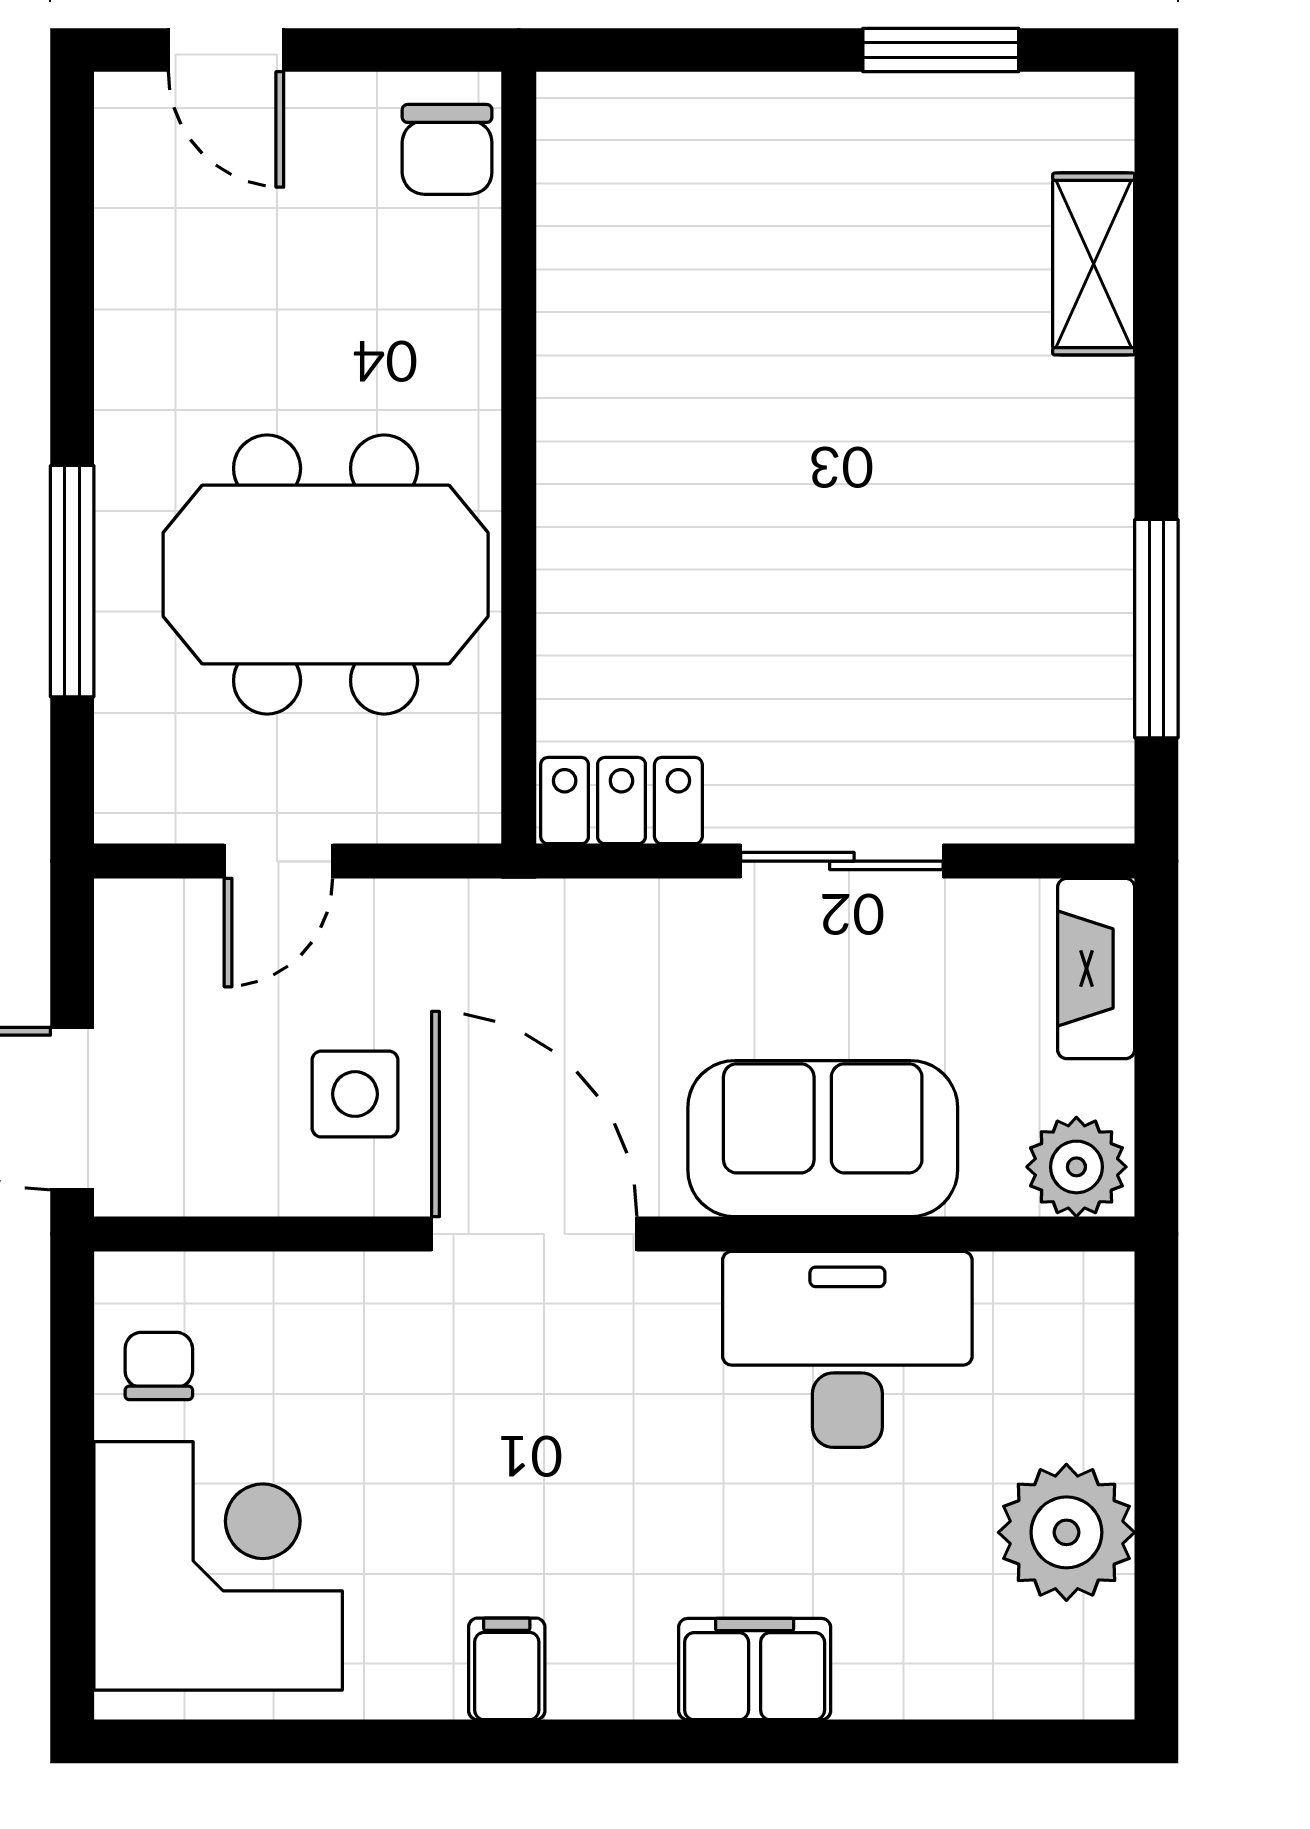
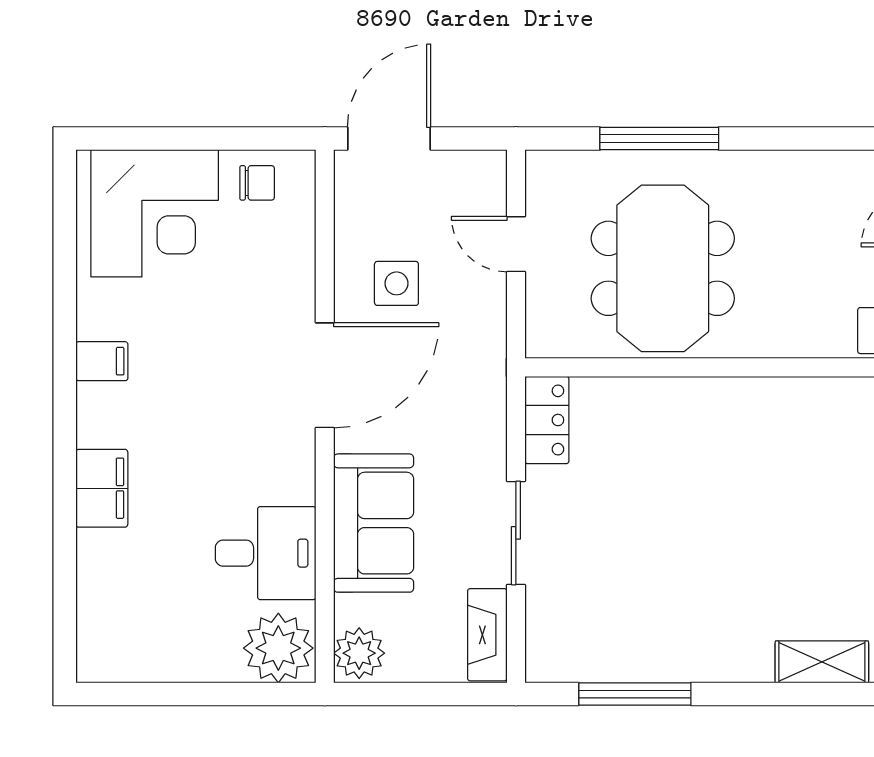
fireplace: (1096, 969) -> (487, 635), moved, turned -90
desk: (847, 1349) -> (266, 553), width x0.73
plant: (1066, 1532) -> (278, 648), moved

